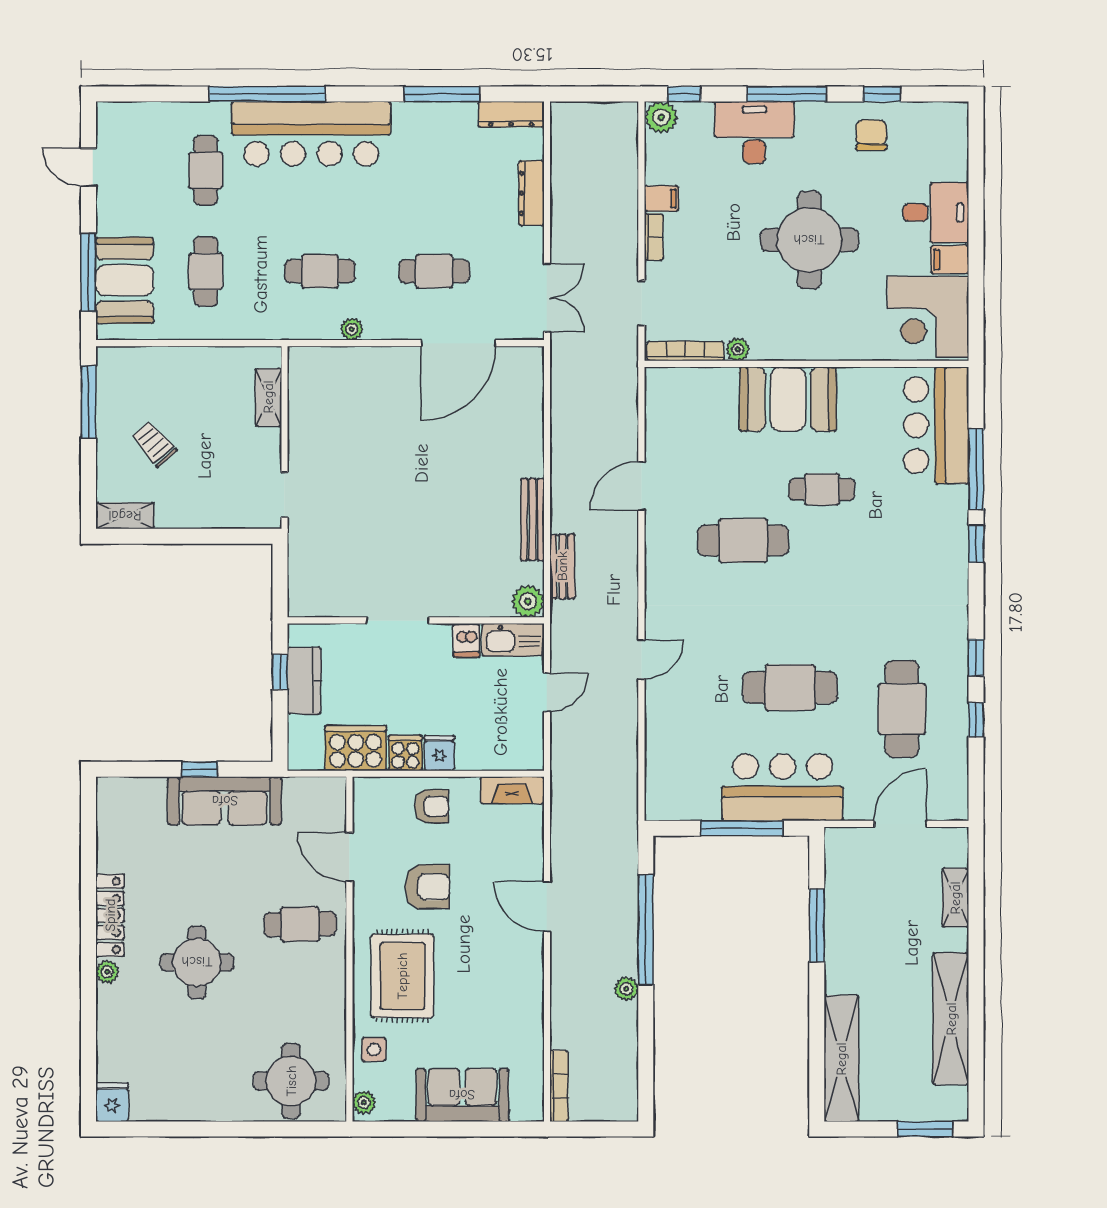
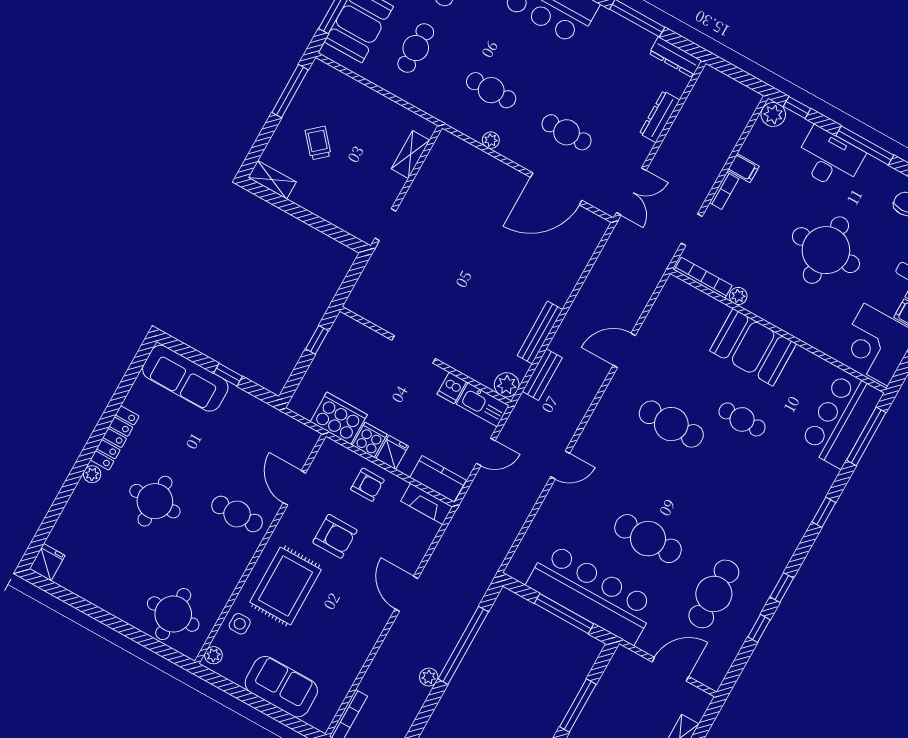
window: (976, 469) -> (866, 436), moved
kitchen counter: (304, 681) -> (438, 479), moved, turned -90
bar counter: (782, 787) -> (592, 594), width x1.36
sofa: (225, 801) -> (185, 378), moved

